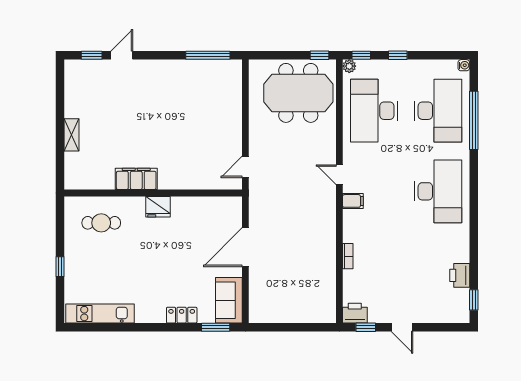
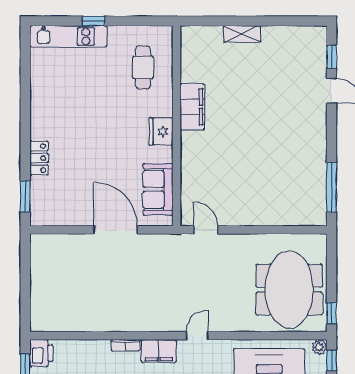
filing cabinet: (353, 201) -> (159, 351), width x2.00
bookcase: (348, 256) -> (126, 345), moved
sofa: (229, 300) -> (158, 189), moved, turned -90
kitchen unit: (100, 314) -> (68, 36), moved, turned 90

